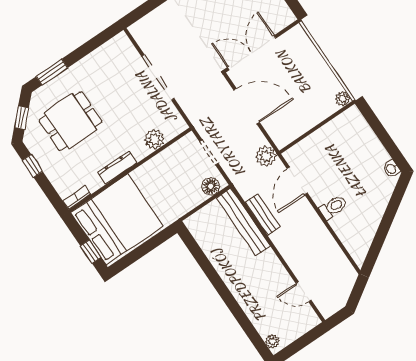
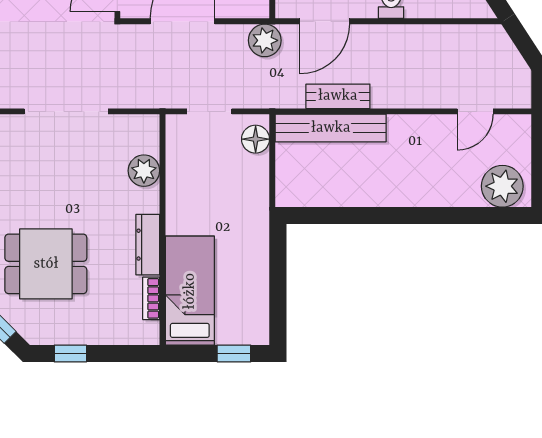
dining table: (71, 121) -> (46, 264), turned 90
door: (297, 181) -> (325, 21), hinge flipped
bookcase: (77, 198) -> (151, 298), moved
bed: (117, 219) -> (190, 291), width x0.49
plant: (272, 341) -> (502, 186), width x1.87, depth x1.87

